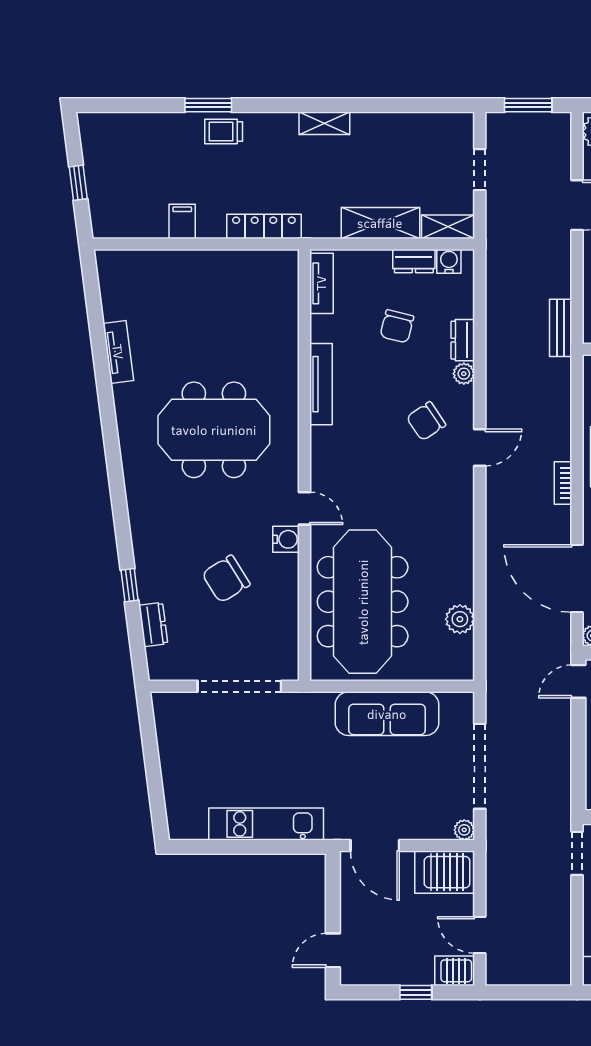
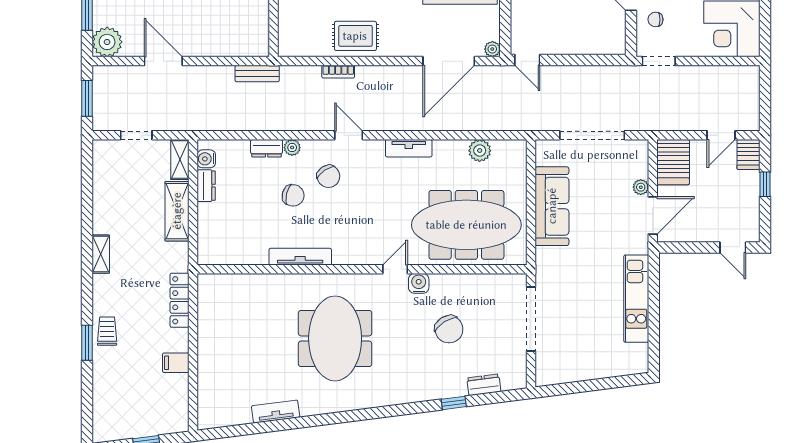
trolley: (224, 131) -> (107, 331), turned 180
tv unit: (321, 283) -> (409, 148), moved, turned 180
chair: (397, 326) -> (293, 195), moved
bookcase: (563, 483) -> (338, 72), moved
plant: (464, 830) -> (641, 187), moved

